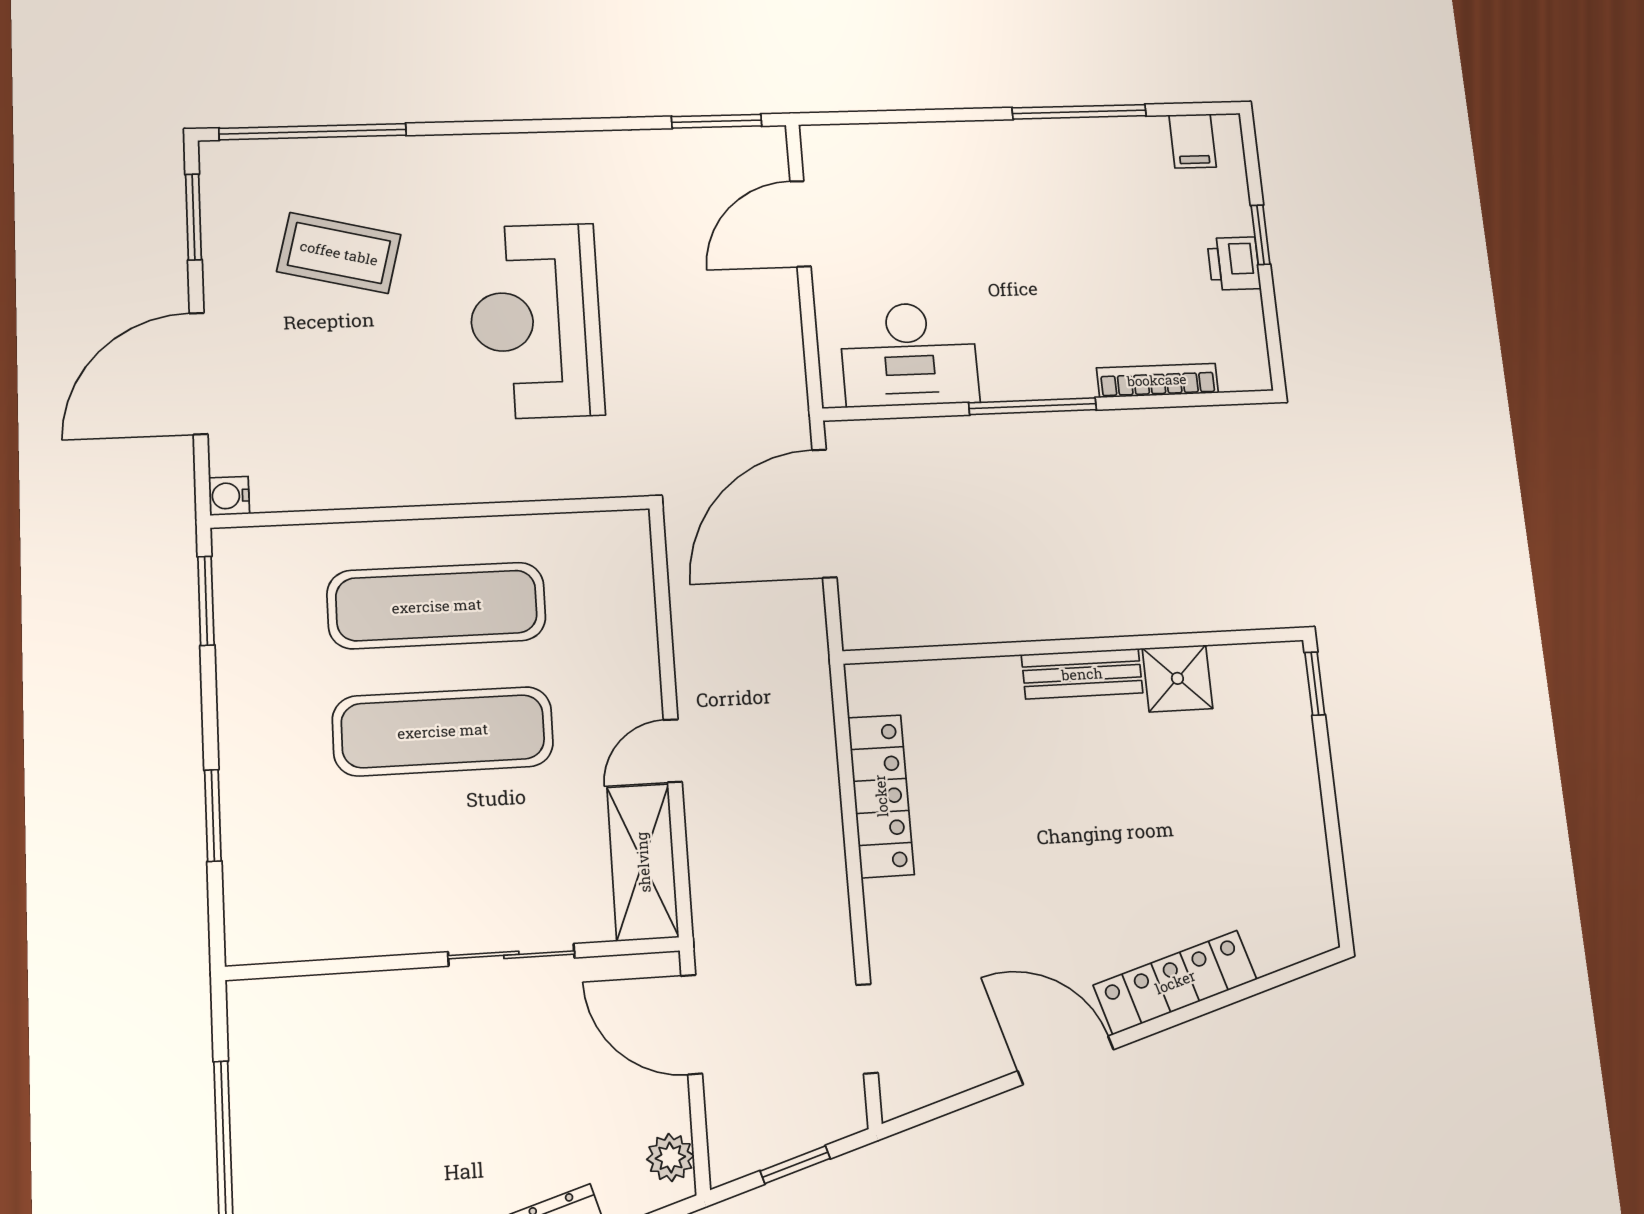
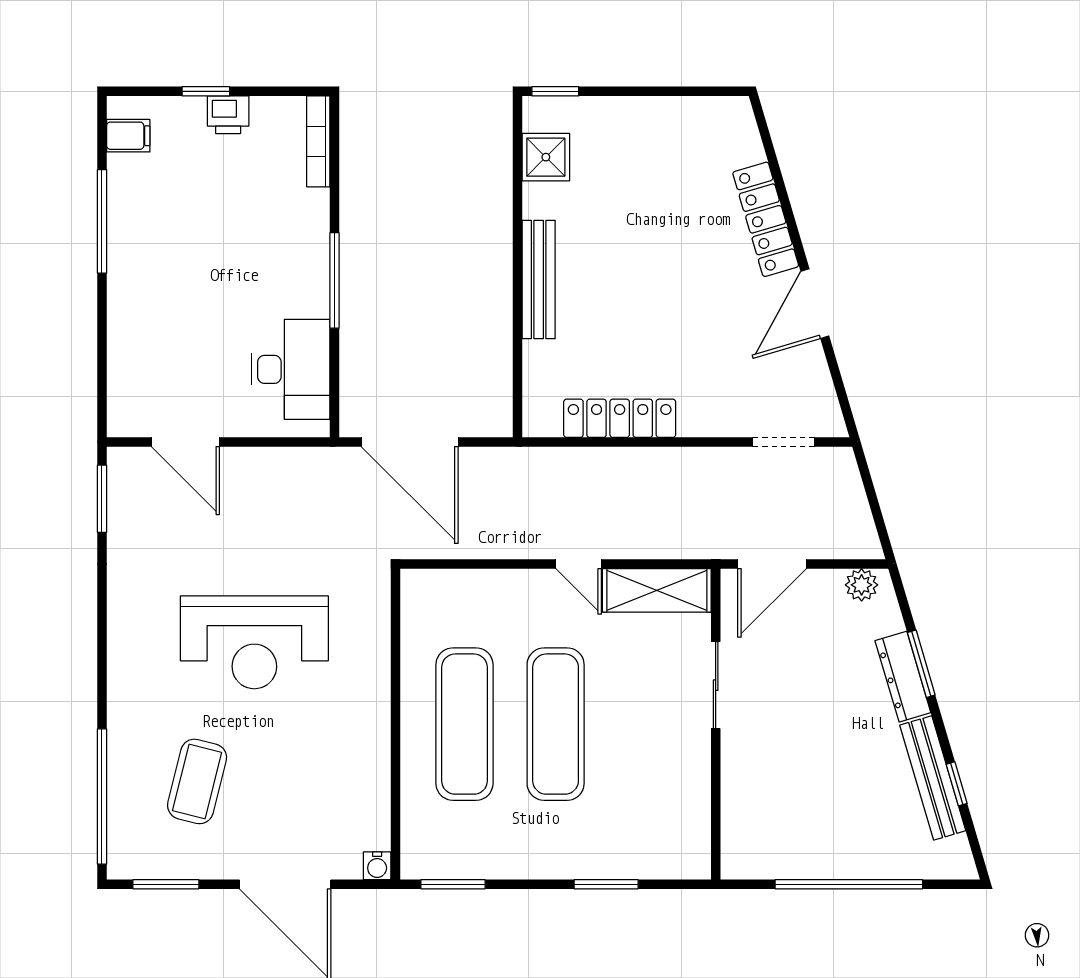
bookcase: (1157, 380) -> (318, 141), moved
bench: (1082, 674) -> (539, 279), width x1.36
shower: (1177, 678) -> (546, 157), moved
window: (795, 1165) -> (873, 500), removed

